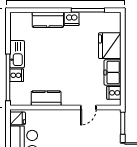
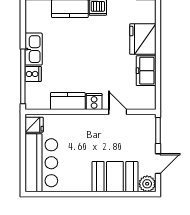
cooker: (114, 93) -> (94, 102), moved, turned 90
door: (88, 107) -> (118, 112), swing flipped

